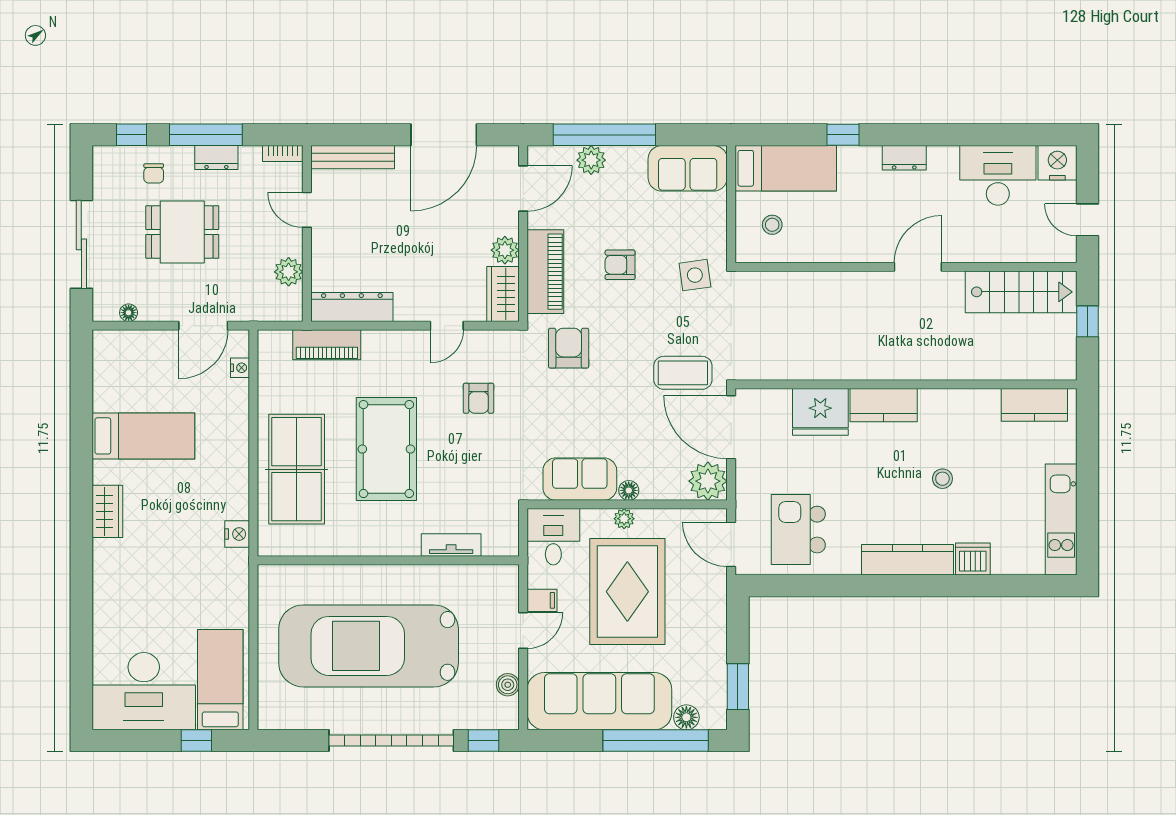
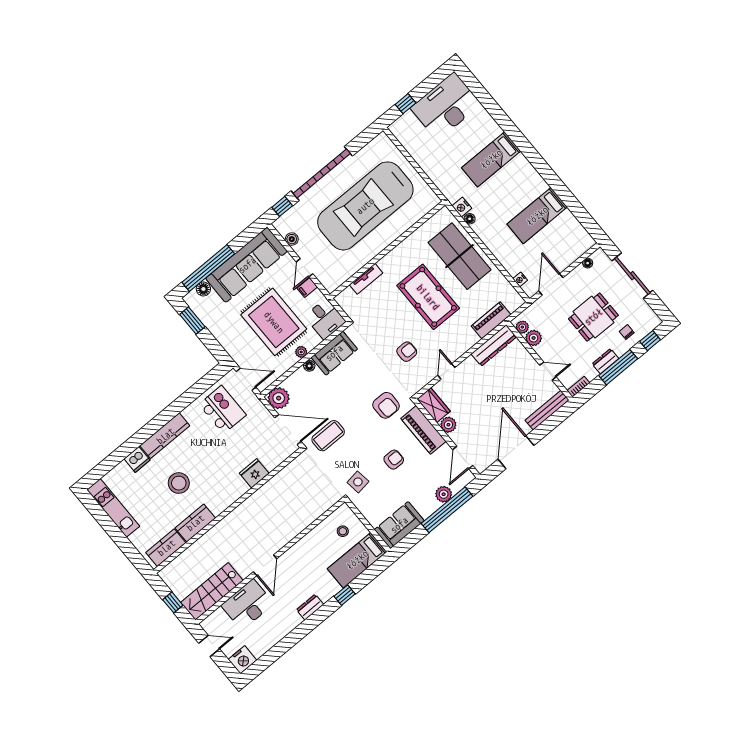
desk: (998, 175) -> (247, 605), moved, turned 180
plant: (292, 300) -> (522, 327), added
armchair: (479, 398) -> (407, 352), turned 90
kitchen counter: (884, 405) -> (195, 523), moved
fridge: (820, 412) -> (254, 473), width x0.73, depth x0.75
stool: (942, 479) -> (179, 483), width x1.89, depth x1.89
floor lamp: (240, 509) -> (470, 219), added
wardrobe: (107, 511) -> (526, 170), removed
car: (369, 646) -> (365, 206), turned 180
bed: (220, 680) -> (491, 159), moved, turned 90

